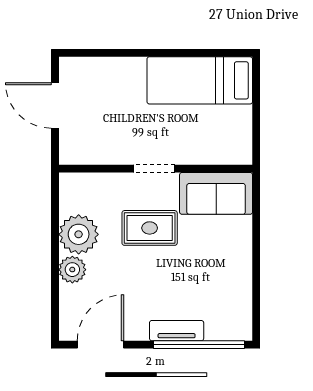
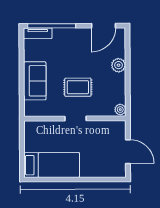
sofa: (216, 193) -> (35, 81), moved, turned 90
plant: (79, 234) -> (120, 110), moved, width x0.53, depth x0.53
tv unit: (177, 331) -> (38, 33), moved

